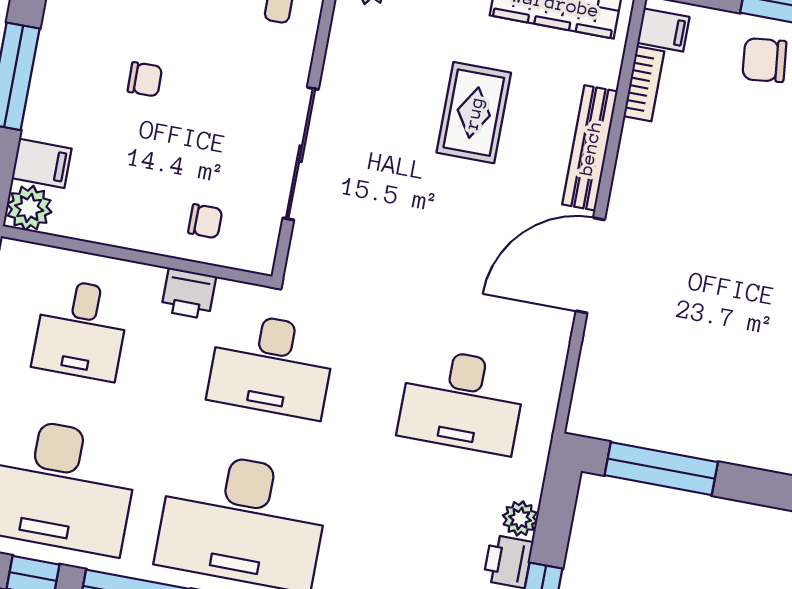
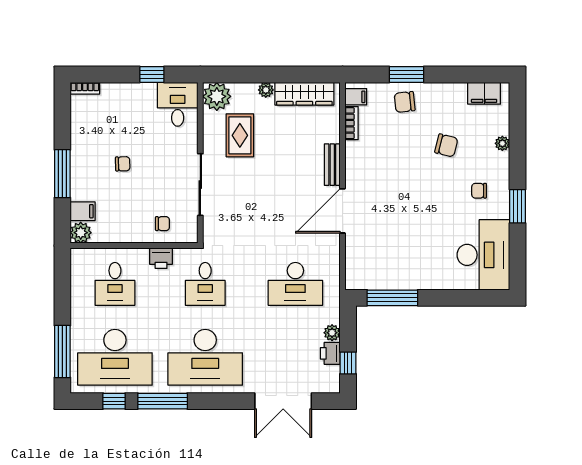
rug: (474, 113) -> (240, 135), moved
bench: (590, 148) -> (332, 165), width x0.73
desk: (272, 365) -> (205, 284), width x0.73

